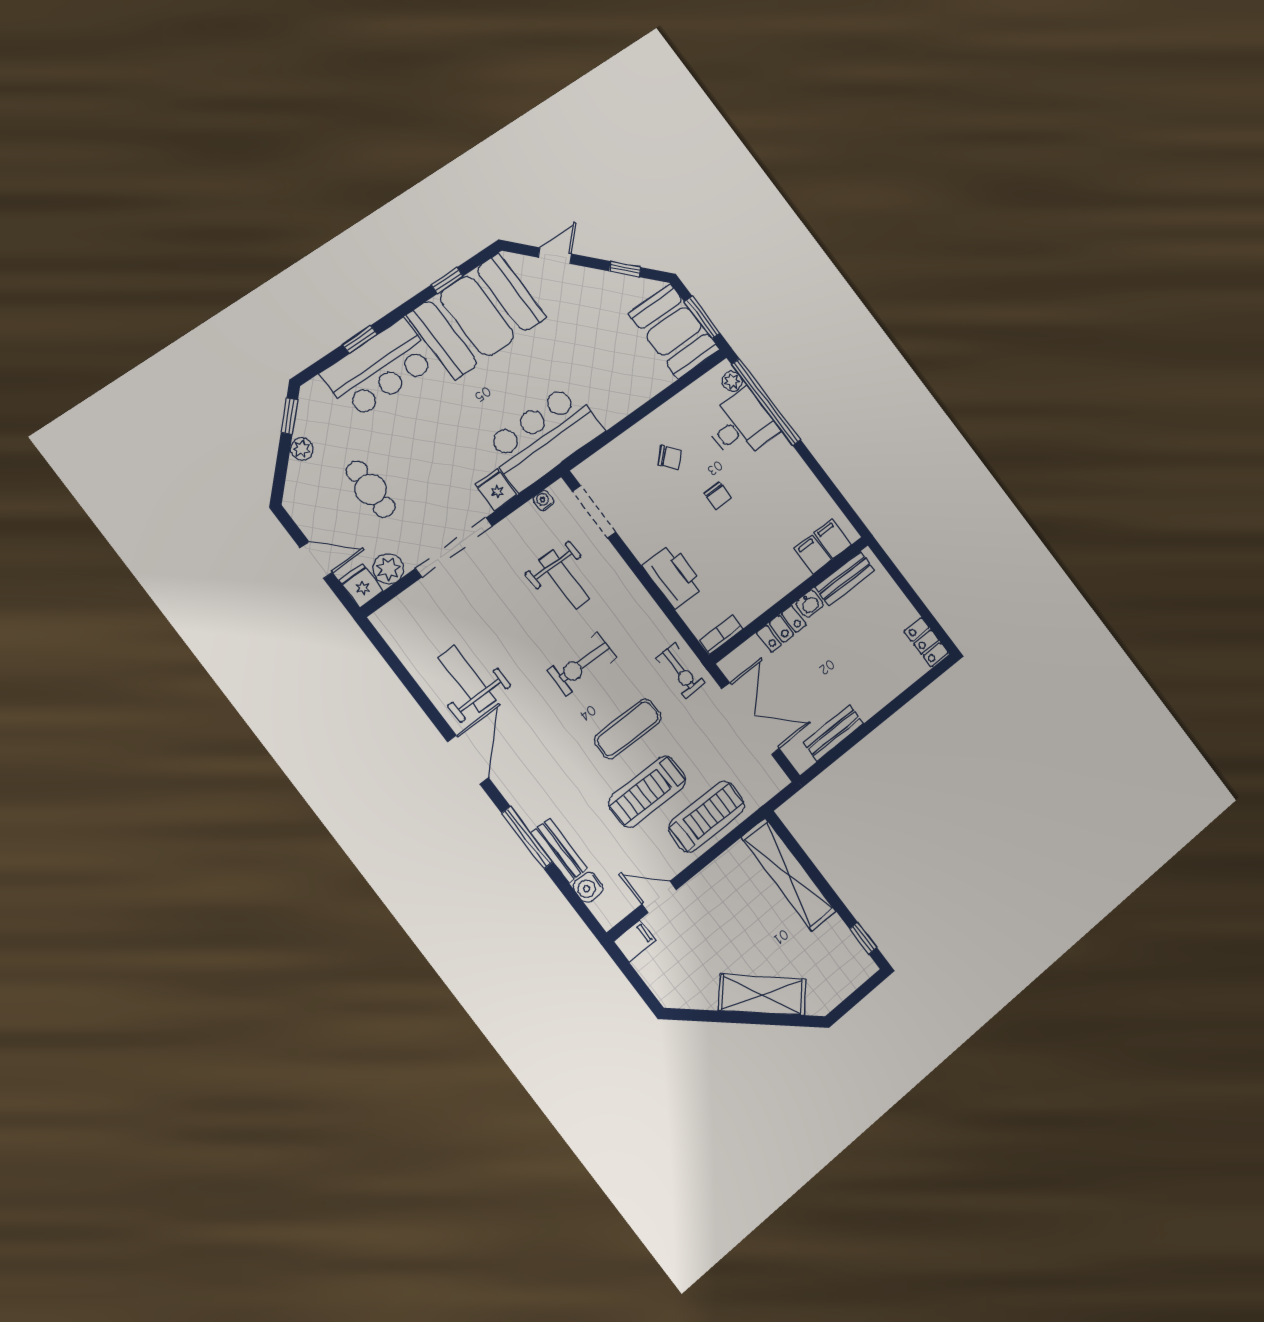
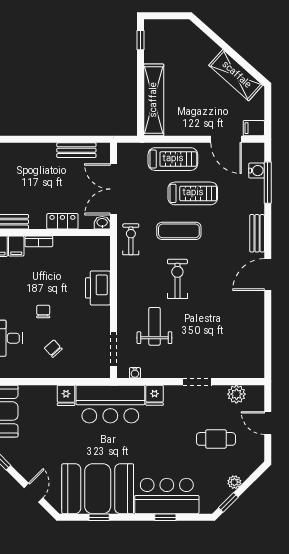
door: (555, 256) -> (34, 493), swing flipped
cafe table: (371, 489) -> (216, 439), turned 90
doorway: (454, 547) -> (197, 382), width x0.53
fridge: (361, 586) -> (66, 395), moved
washbasin: (810, 604) -> (102, 223), moved
bookcase: (721, 635) -> (39, 241), moved
exercise bike: (582, 664) -> (177, 279), turned -90
weight bench: (467, 679) -> (239, 314), removed
treadmill: (707, 817) -> (173, 159), turned 180
window: (527, 838) -> (268, 183), moved
bench: (559, 851) -> (257, 233), moved
door: (659, 897) -> (226, 139), width x1.38
shelving: (762, 995) -> (236, 75), moved

